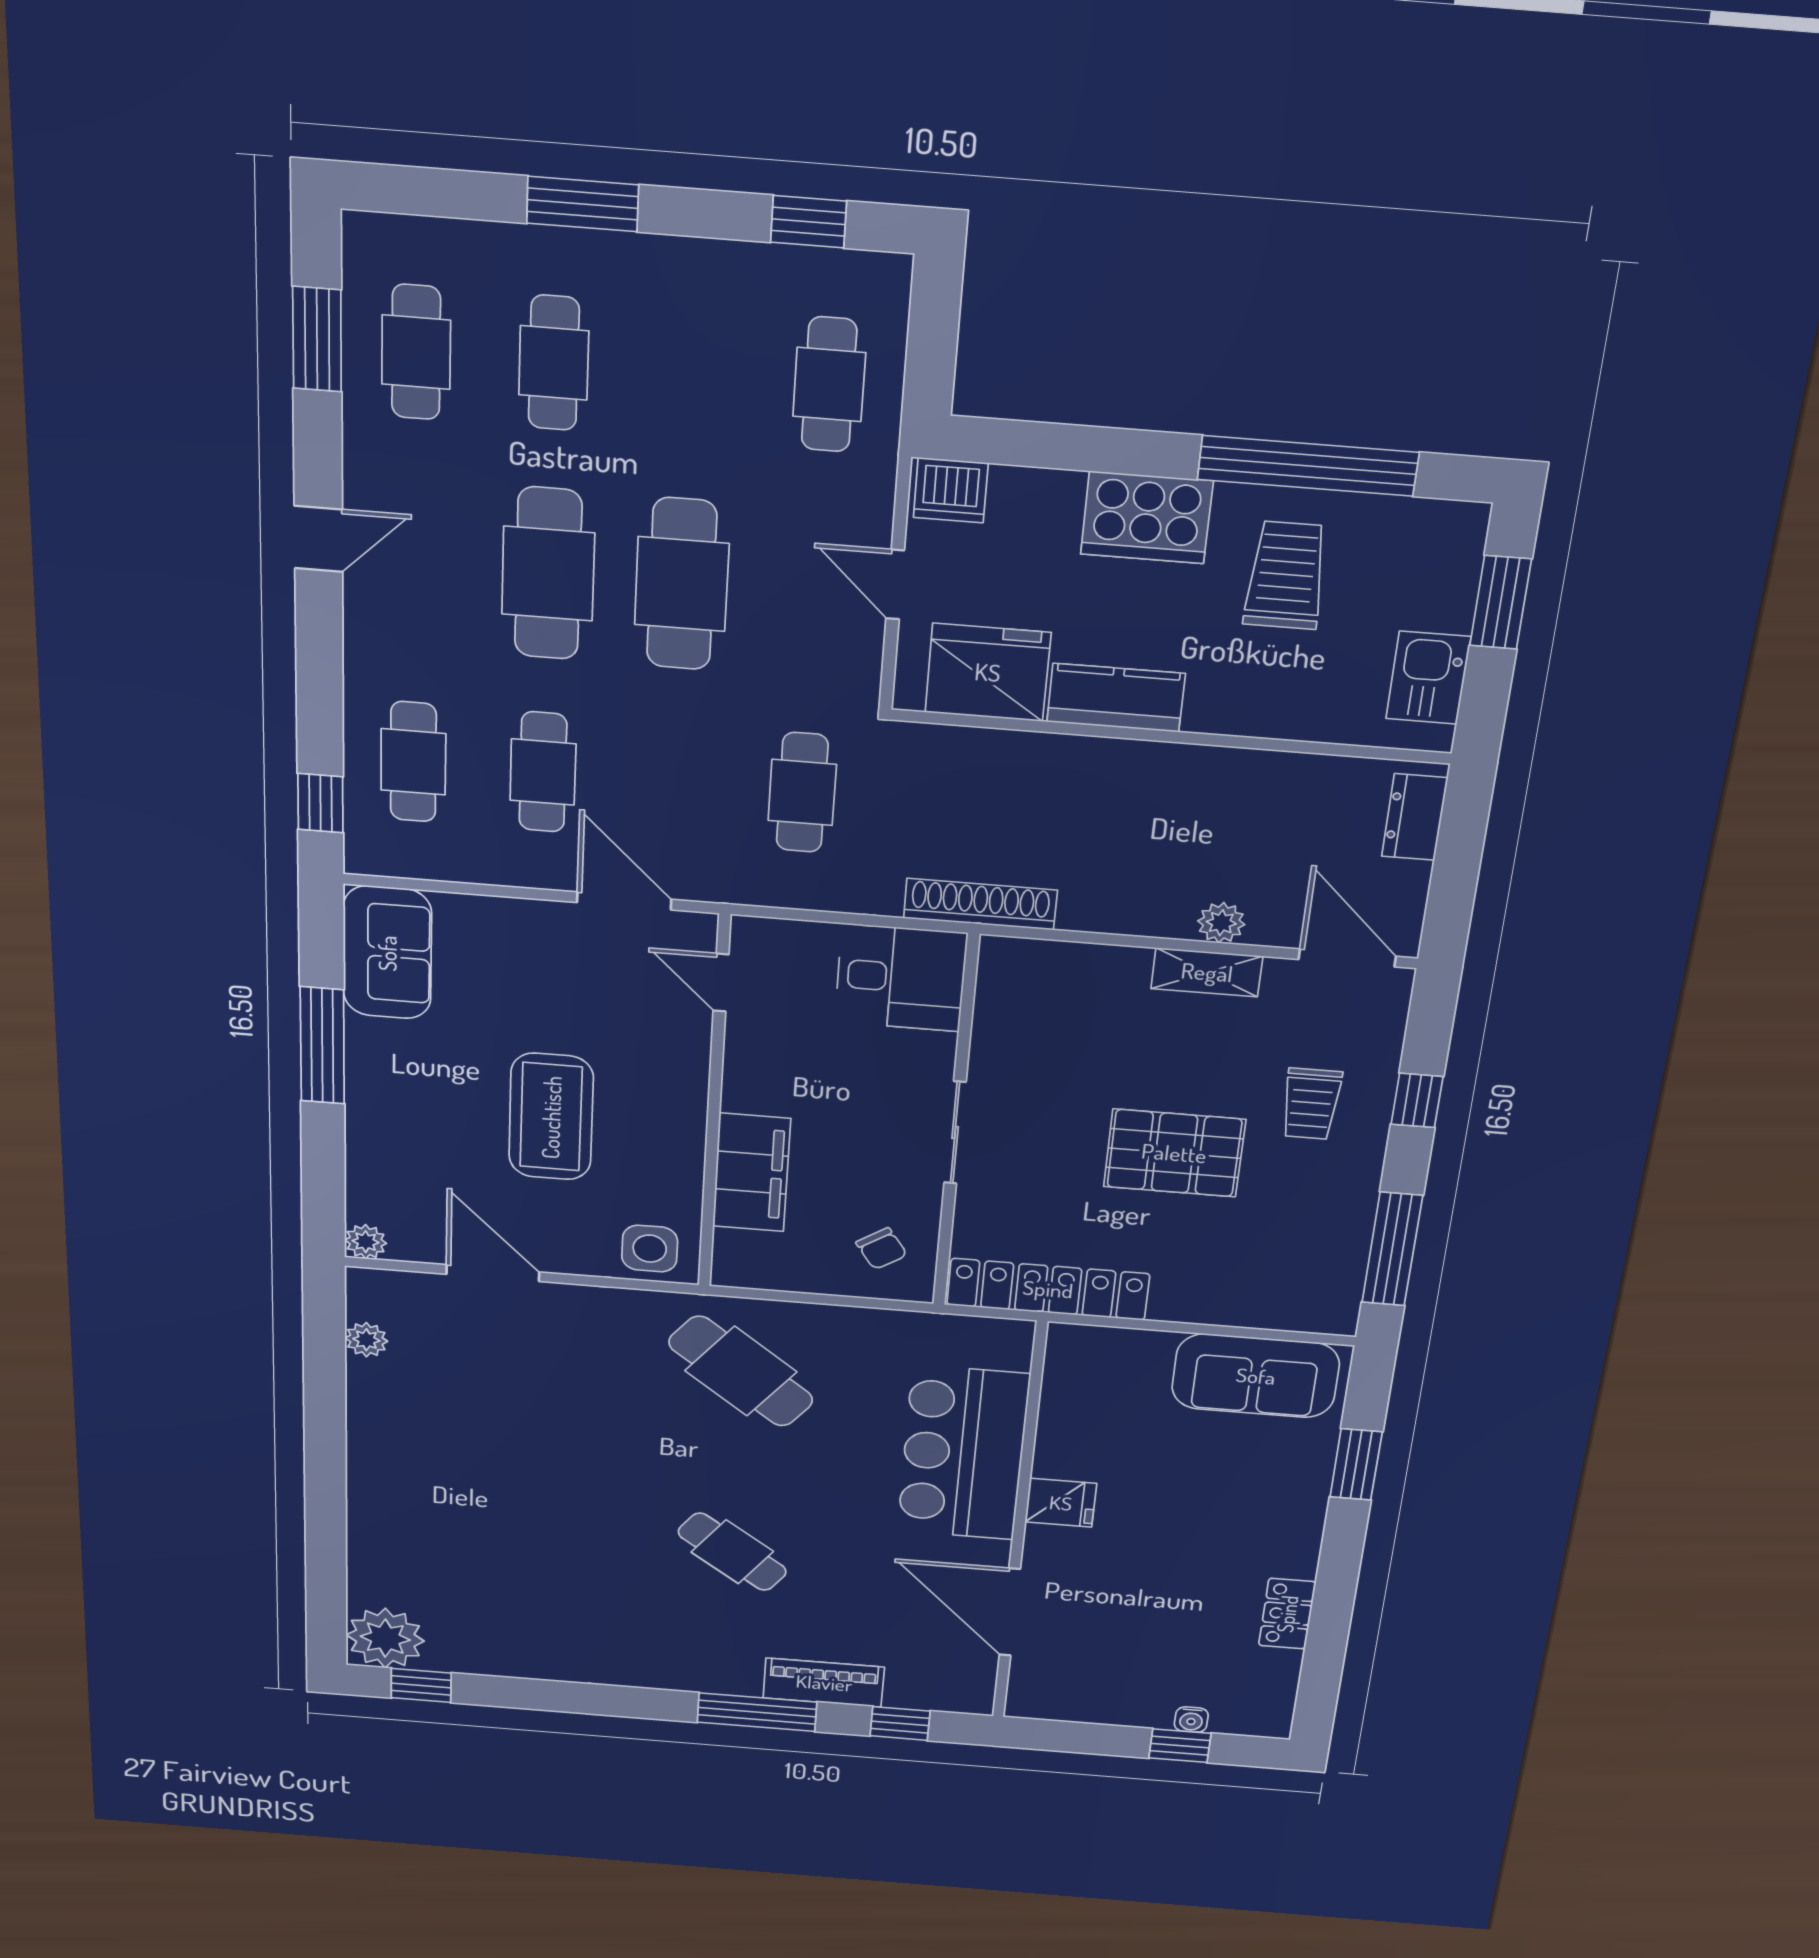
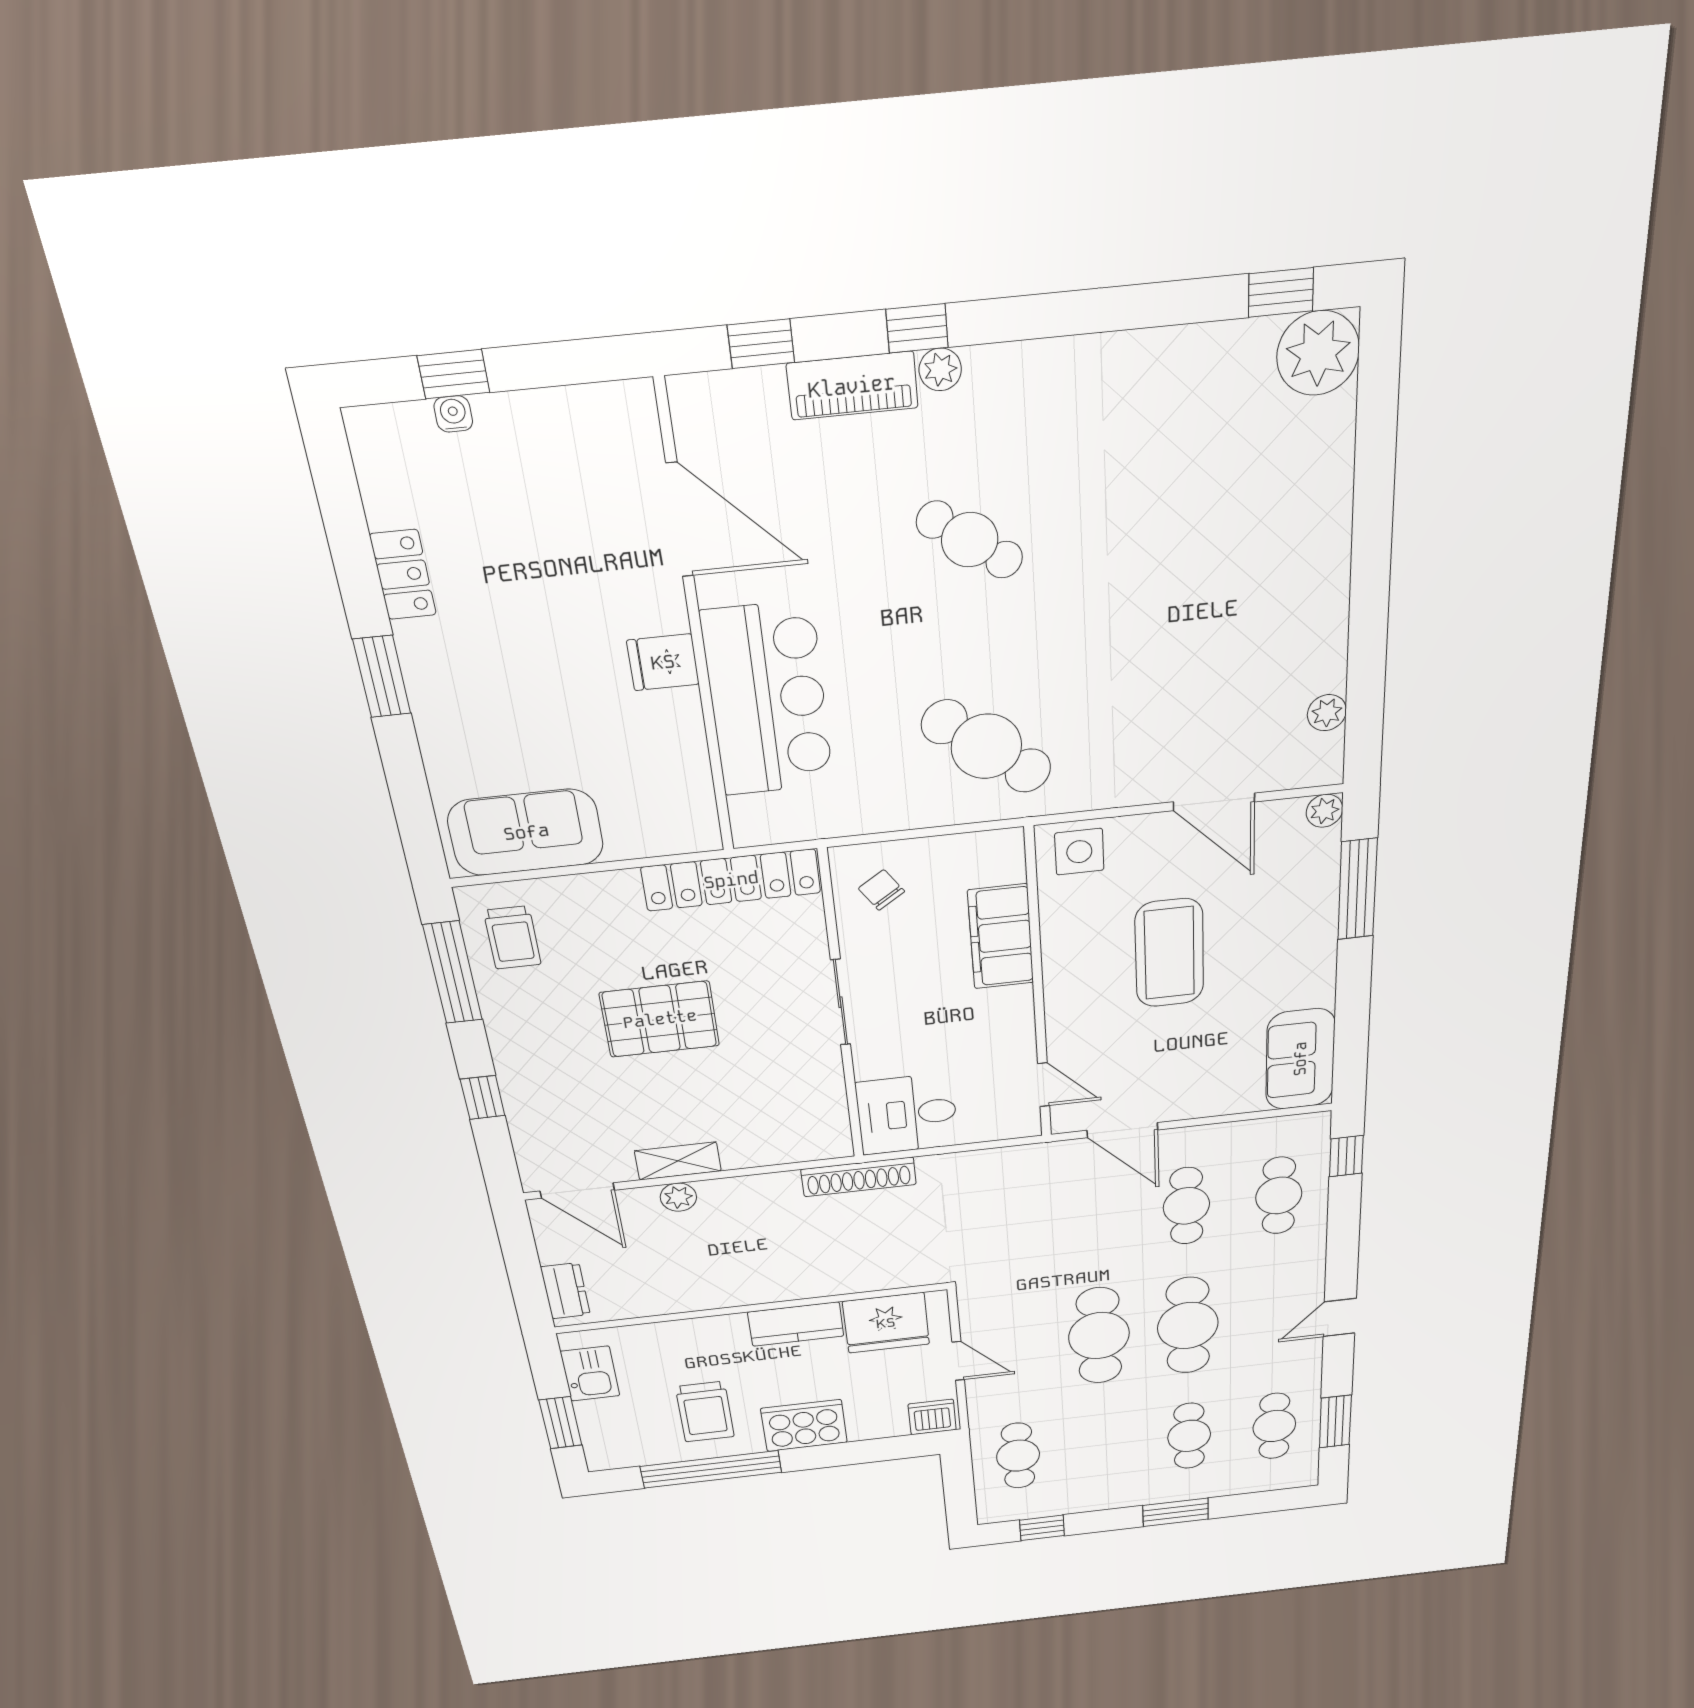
cafe table: (802, 792) -> (1001, 1227), removed
window: (322, 1046) -> (1357, 889), moved
trolley: (1311, 1104) -> (512, 938), moved, turned 180
window: (1356, 1464) -> (382, 676), moved
plant: (741, 1681) -> (940, 369), added
window: (757, 1712) -> (917, 328), width x0.46

